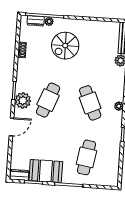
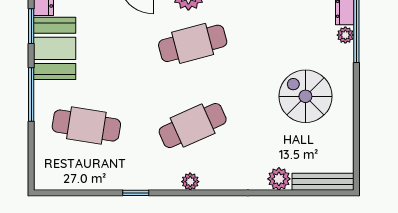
spiral stairs: (65, 46) -> (305, 96), moved
cafe table: (48, 100) -> (193, 43), turned -36

